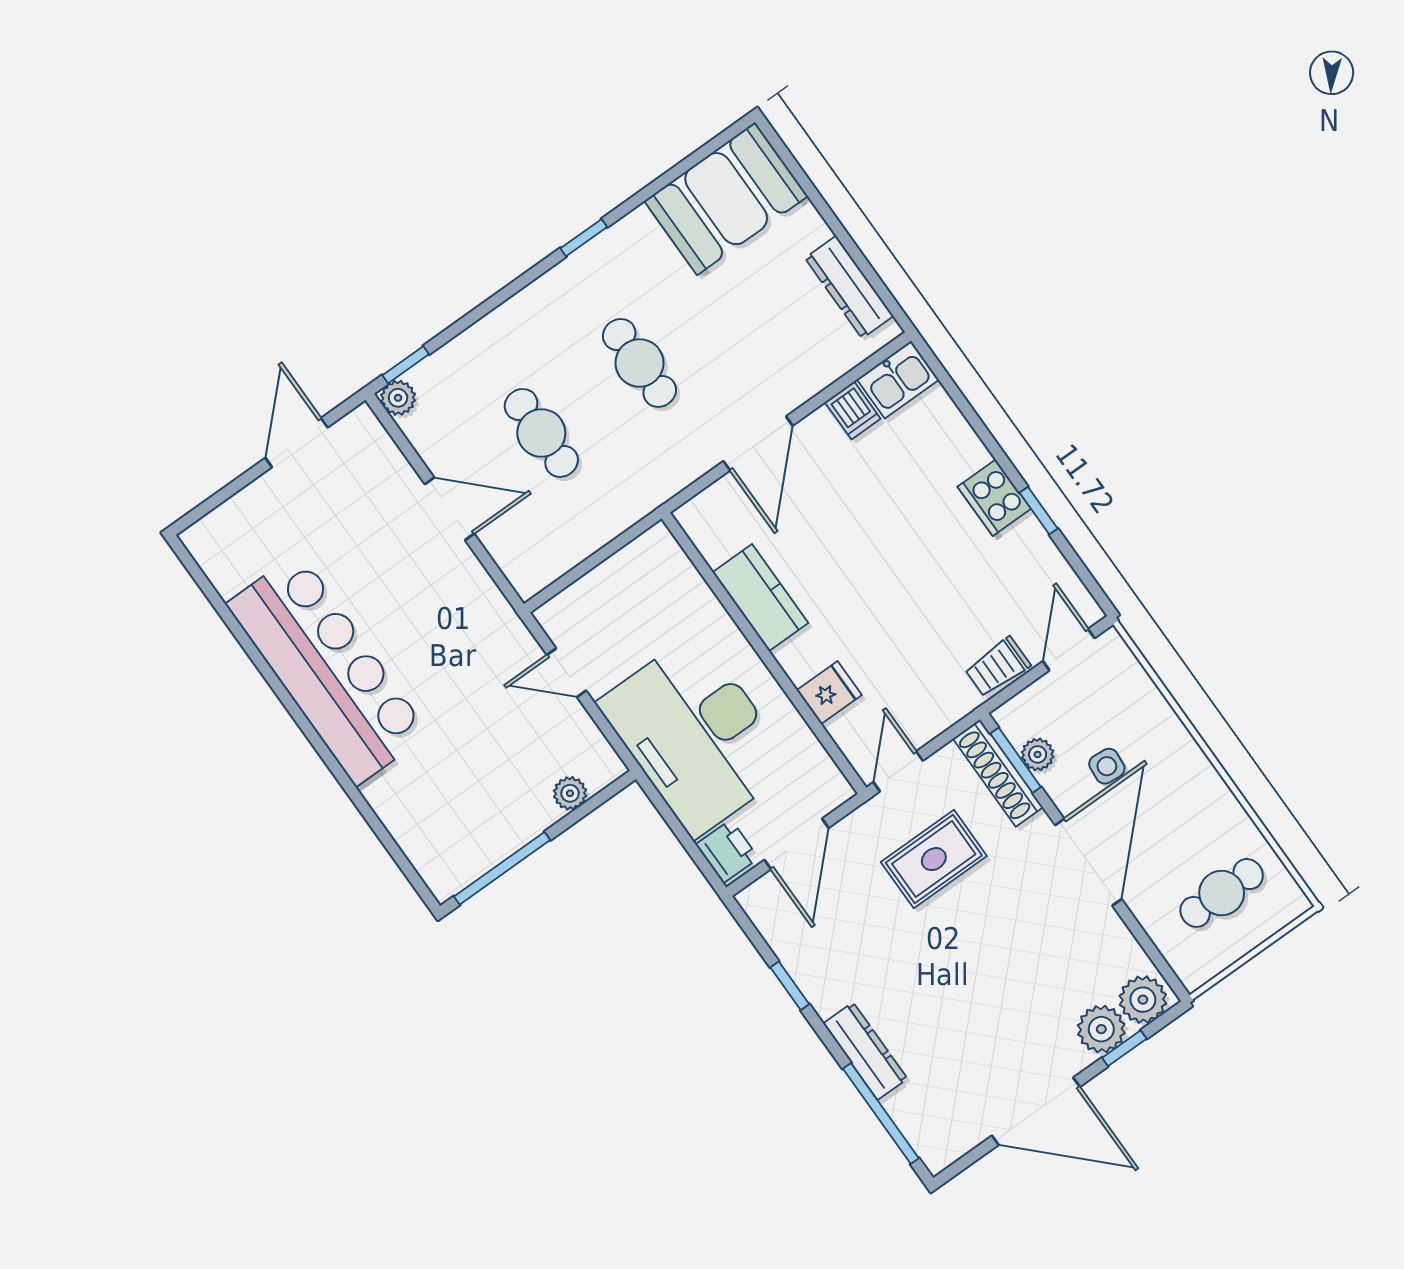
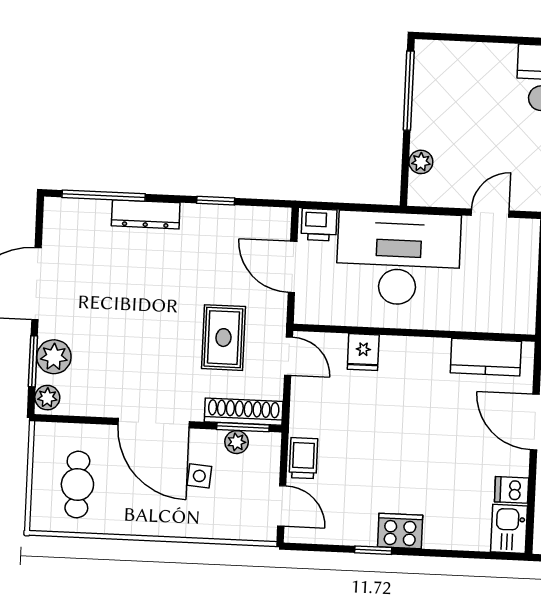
kitchen counter: (760, 598) -> (486, 357), moved
plant: (1143, 1000) -> (47, 398), width x0.73, depth x0.73
window: (1124, 1048) -> (33, 361), width x1.50

